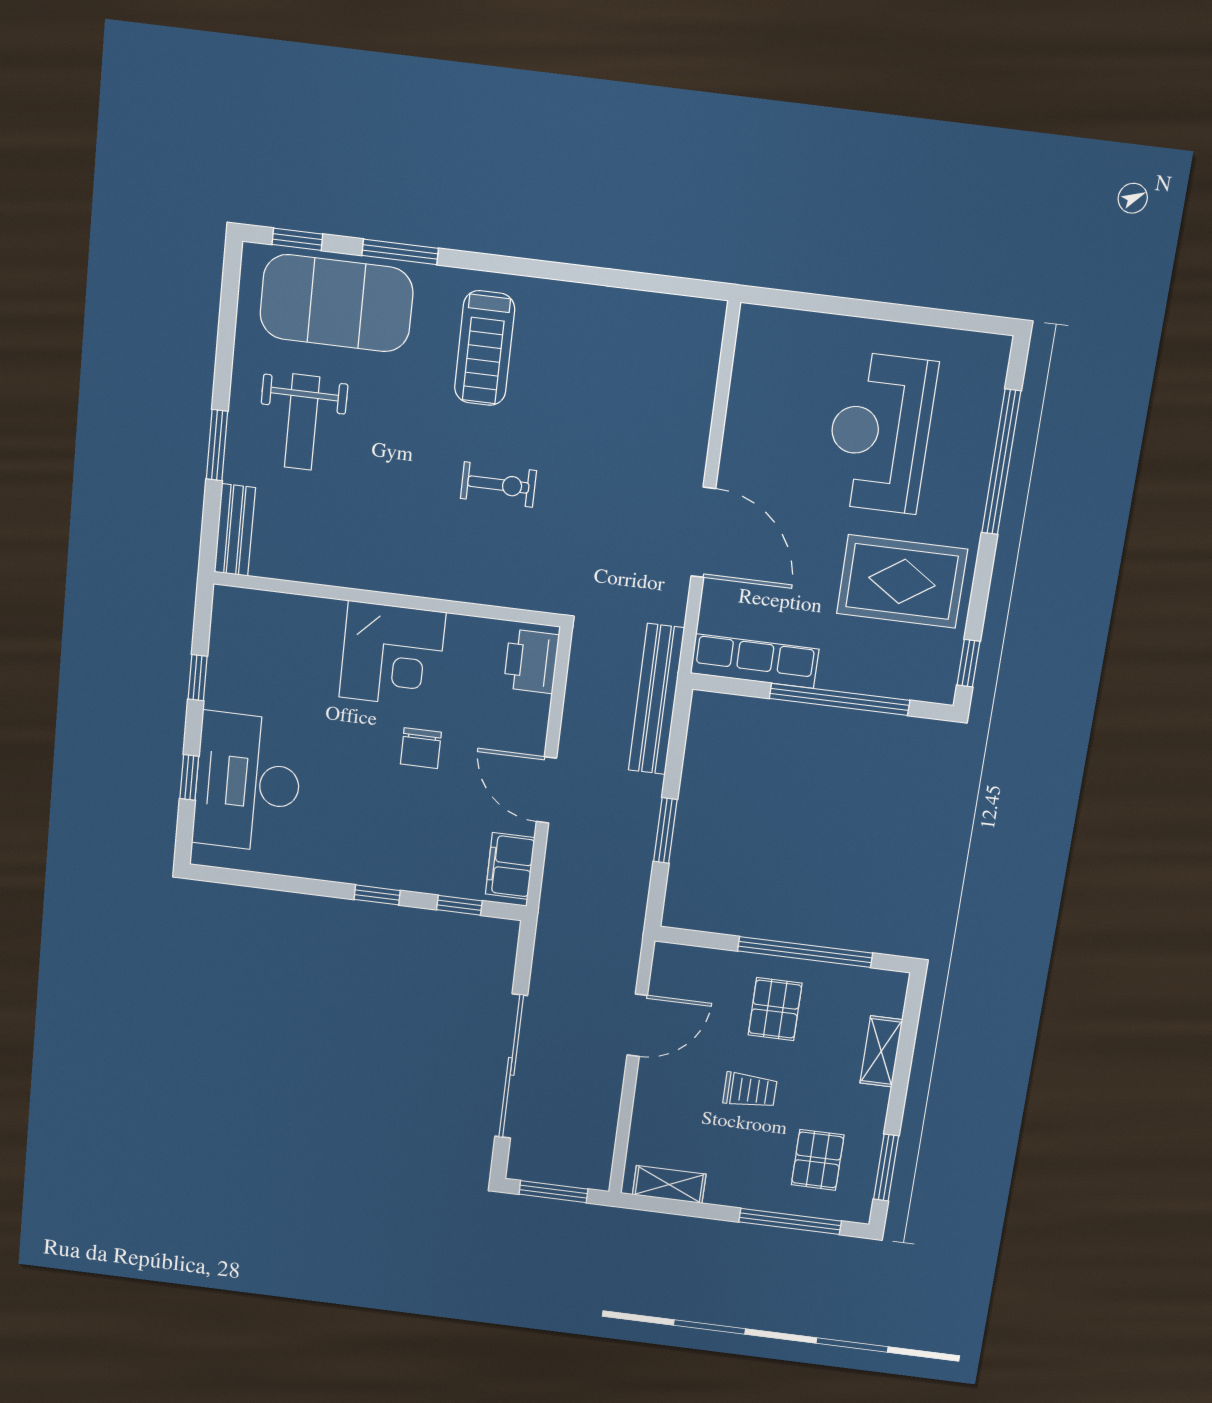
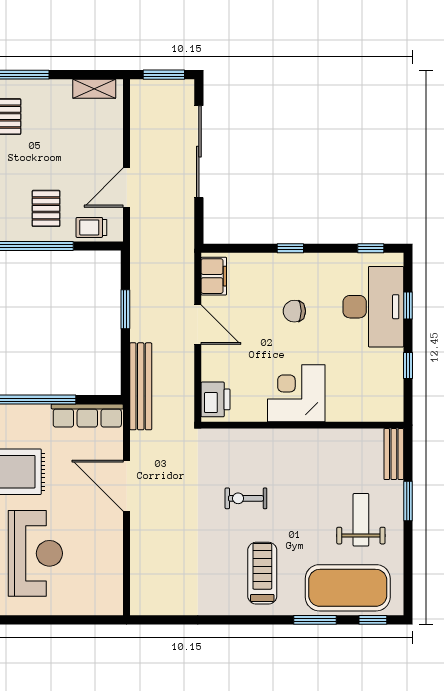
chair: (421, 748) -> (294, 311), moved, turned -90
window: (459, 905) -> (371, 248), moved
trolley: (750, 1090) -> (91, 227), moved

